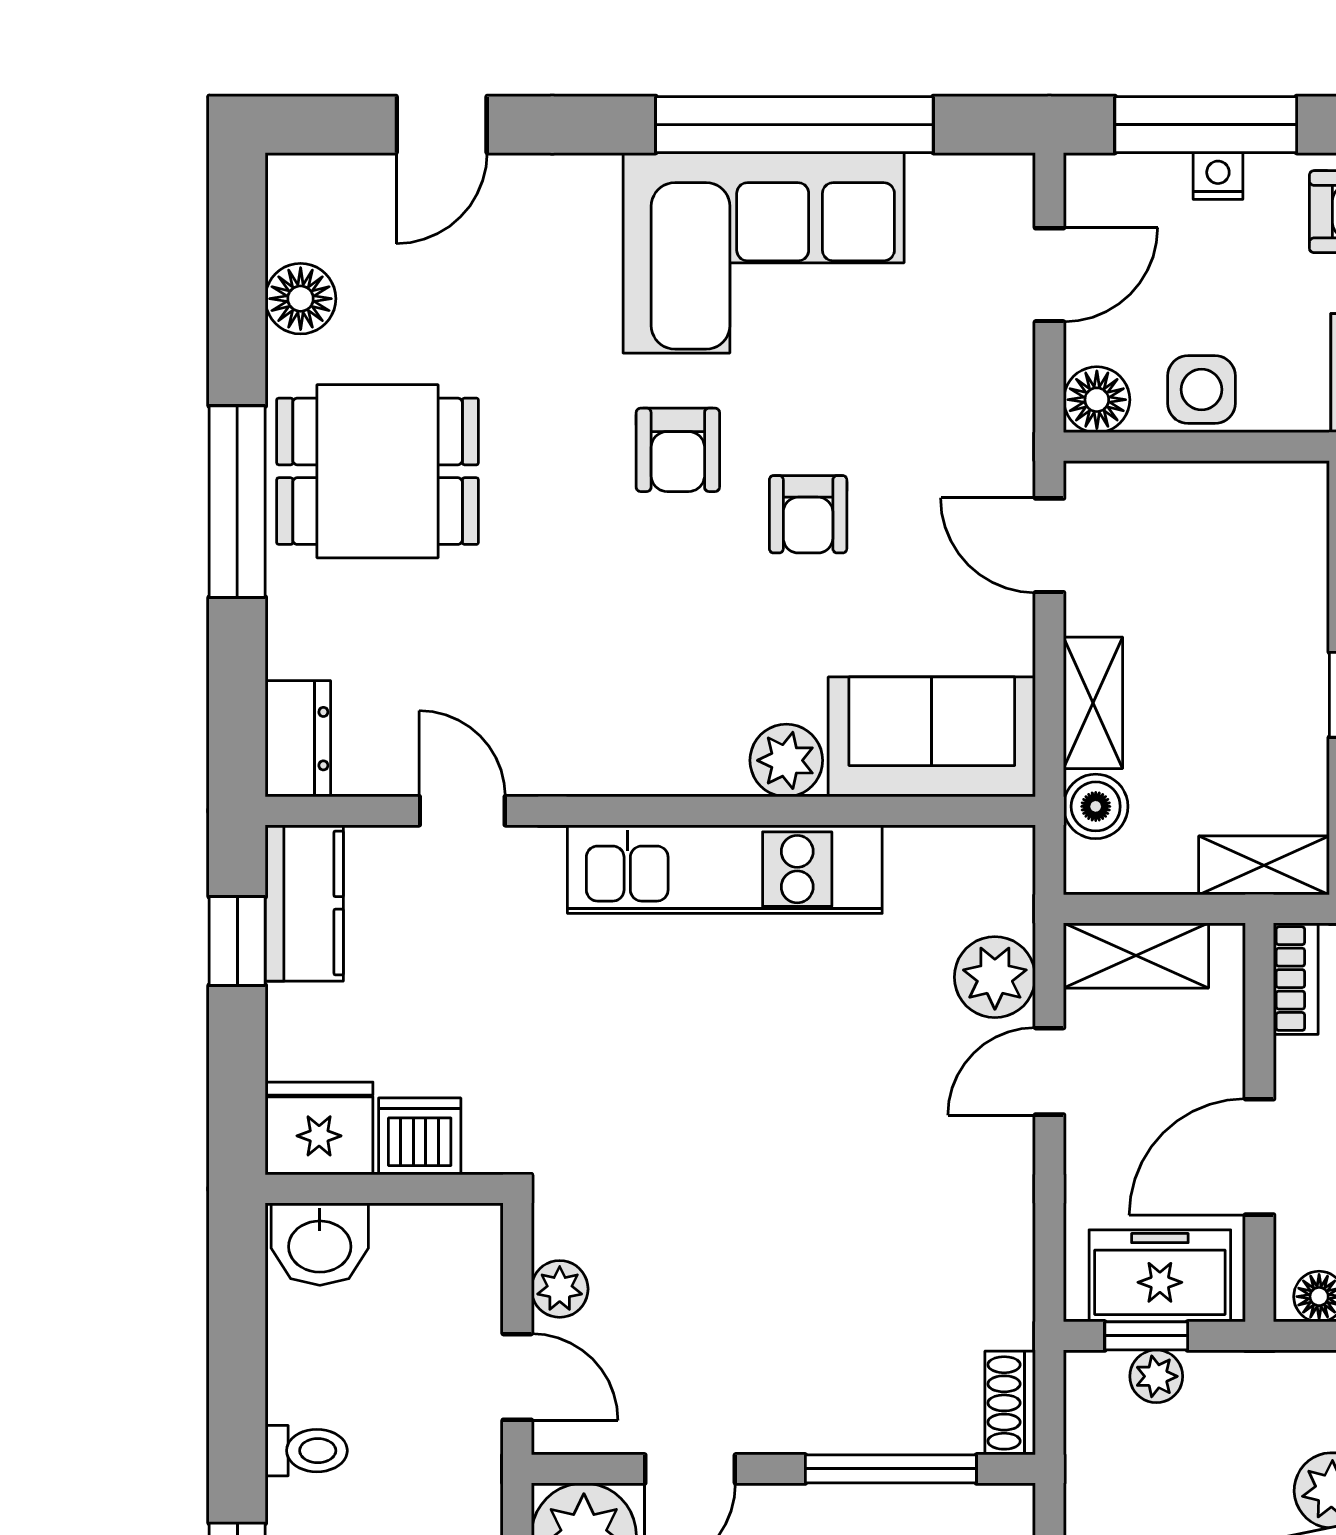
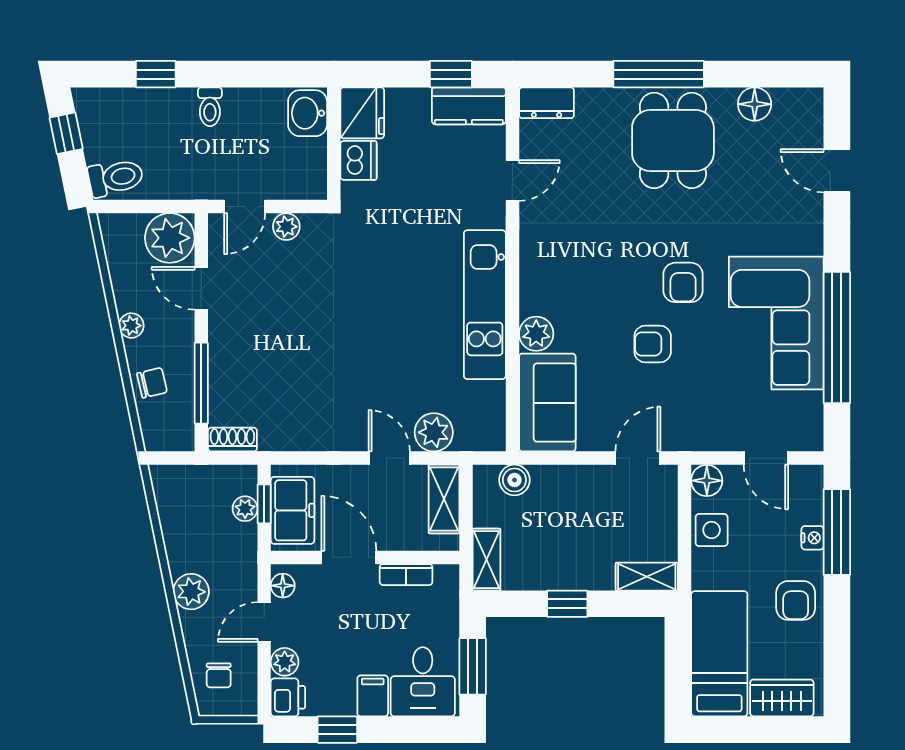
armchair: (678, 450) -> (683, 282), turned -90
shelving: (1093, 703) -> (647, 577), moved
bookcase: (1296, 979) -> (406, 575), moved

